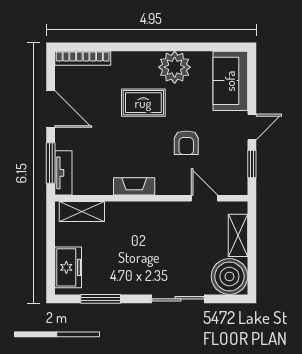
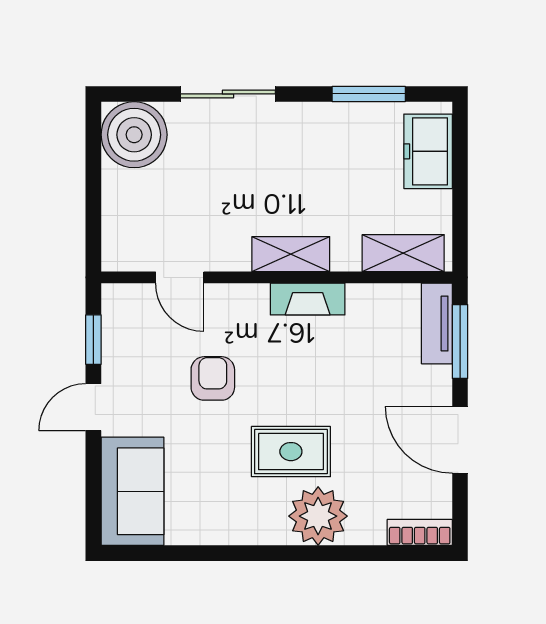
bookcase: (83, 58) -> (420, 532), width x0.64
plant: (175, 67) -> (318, 516), moved
shelving: (238, 235) -> (291, 254), moved, turned 90

